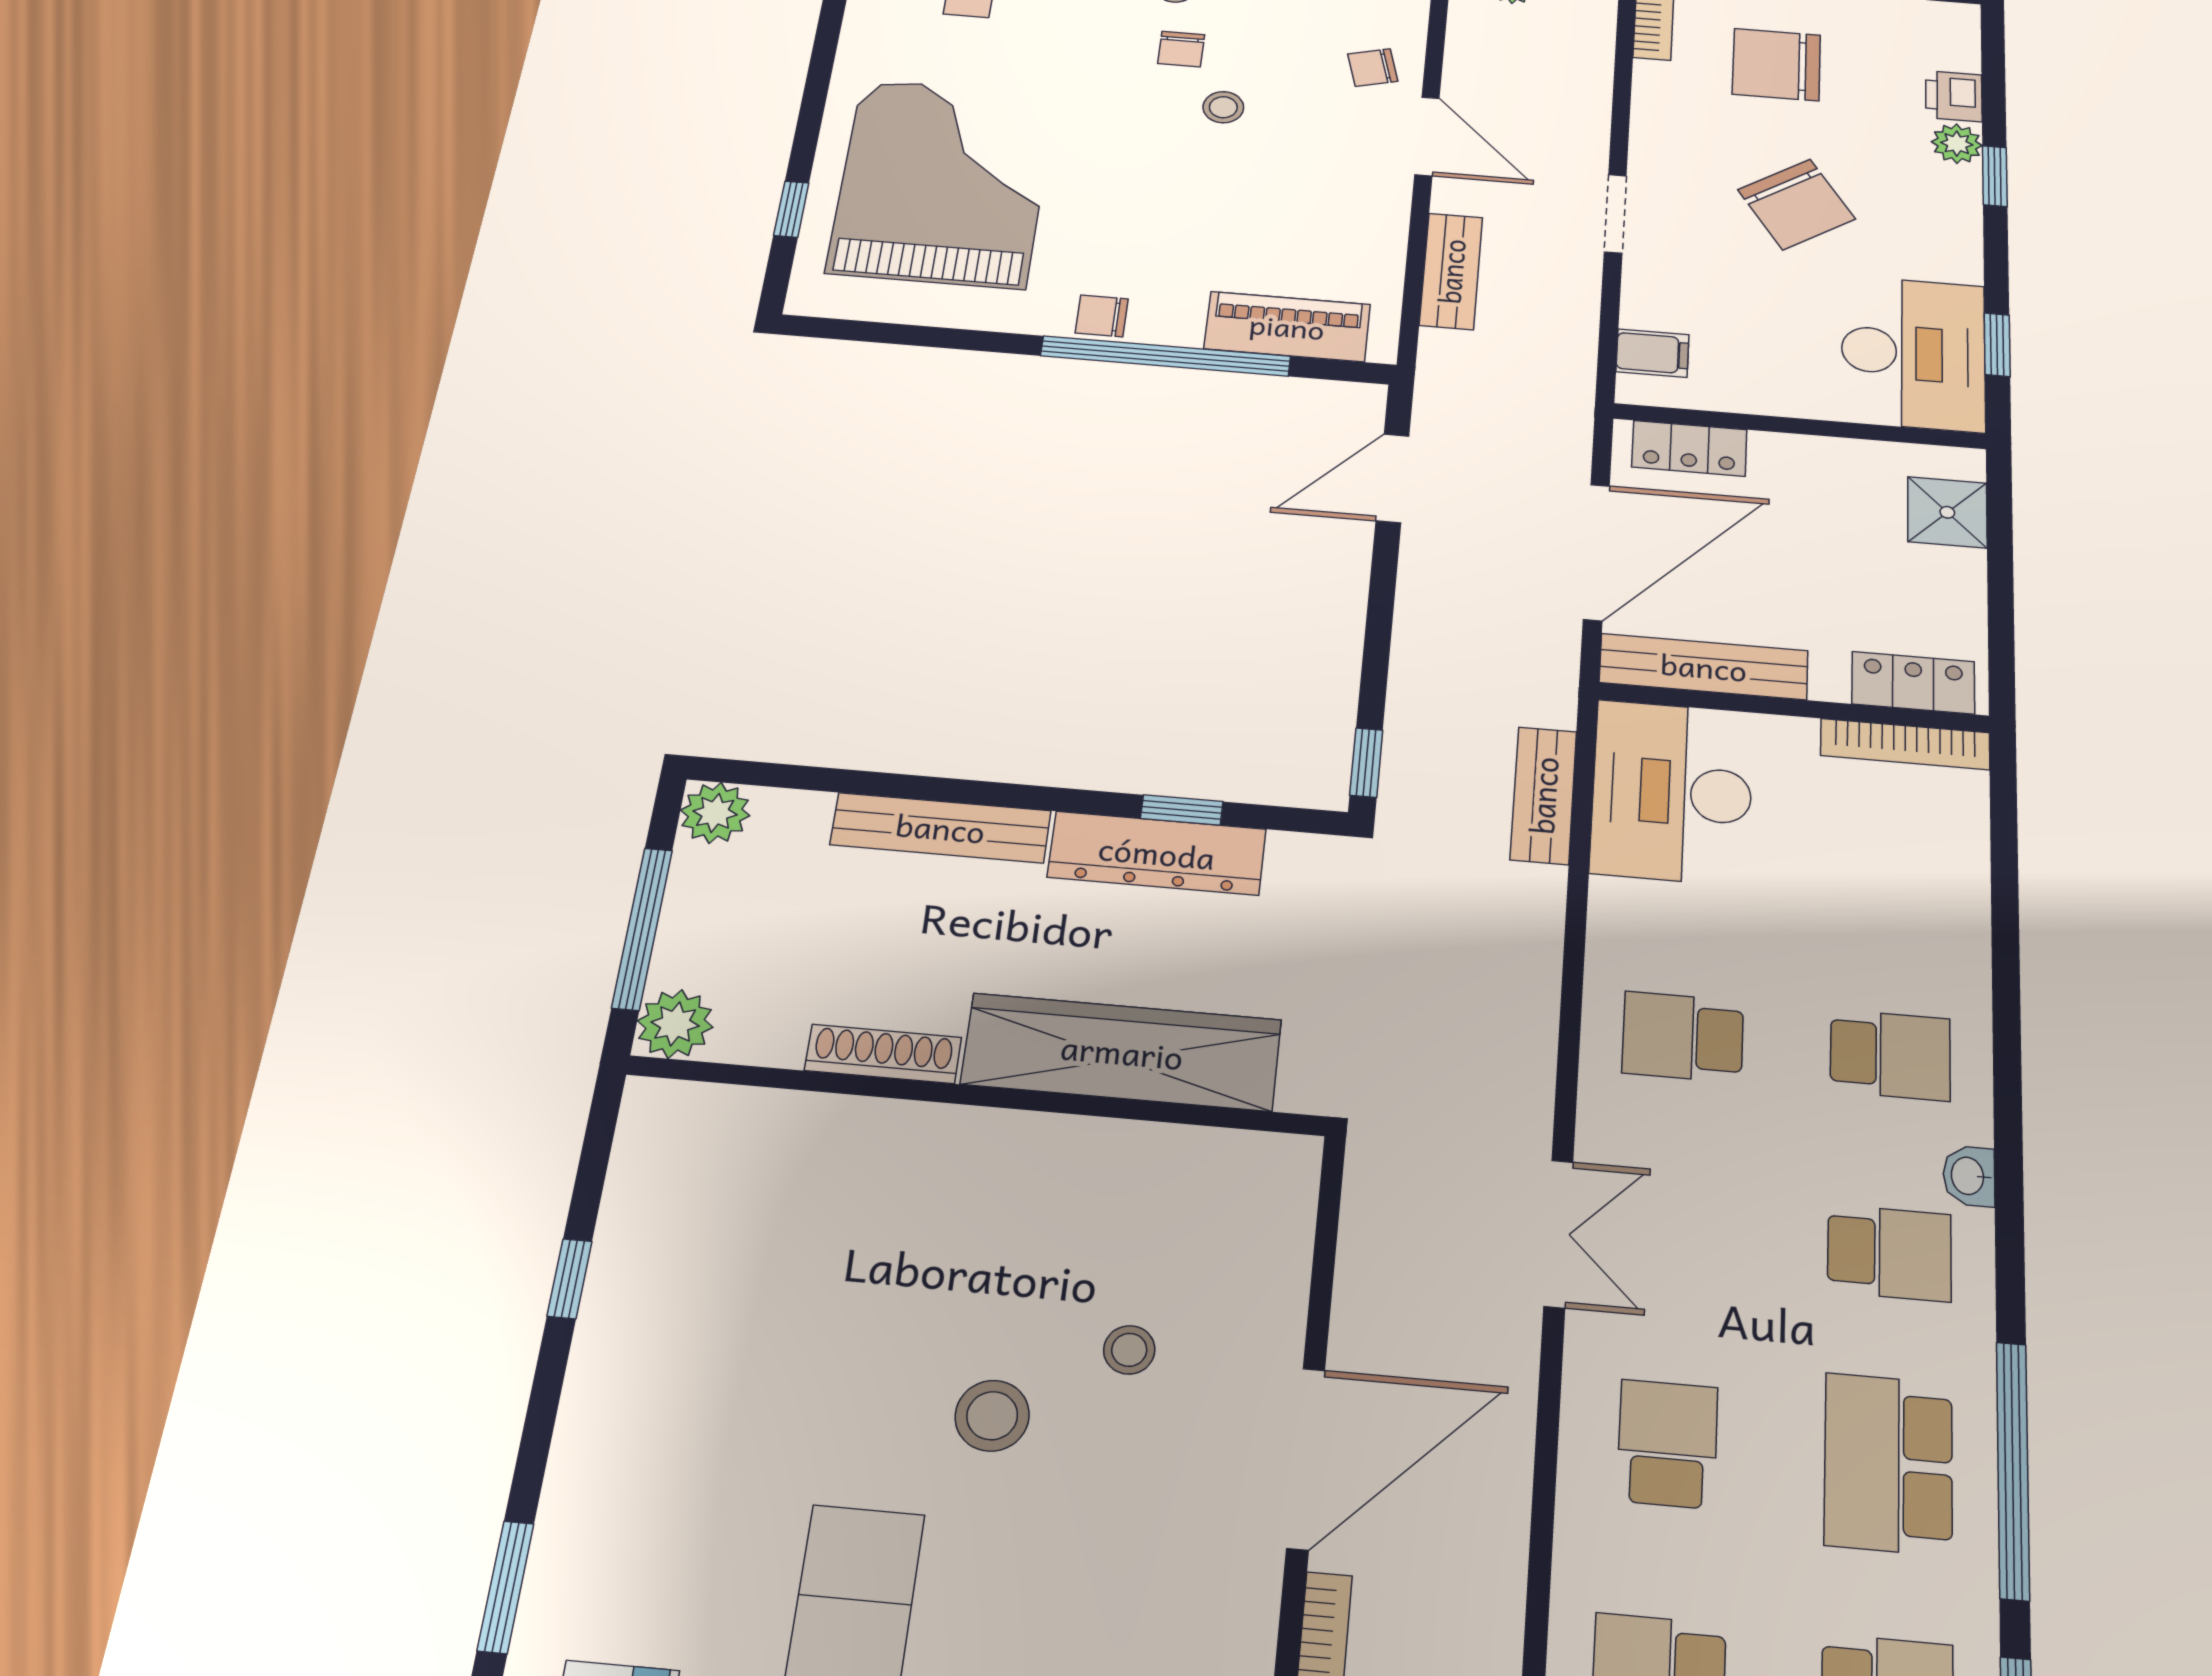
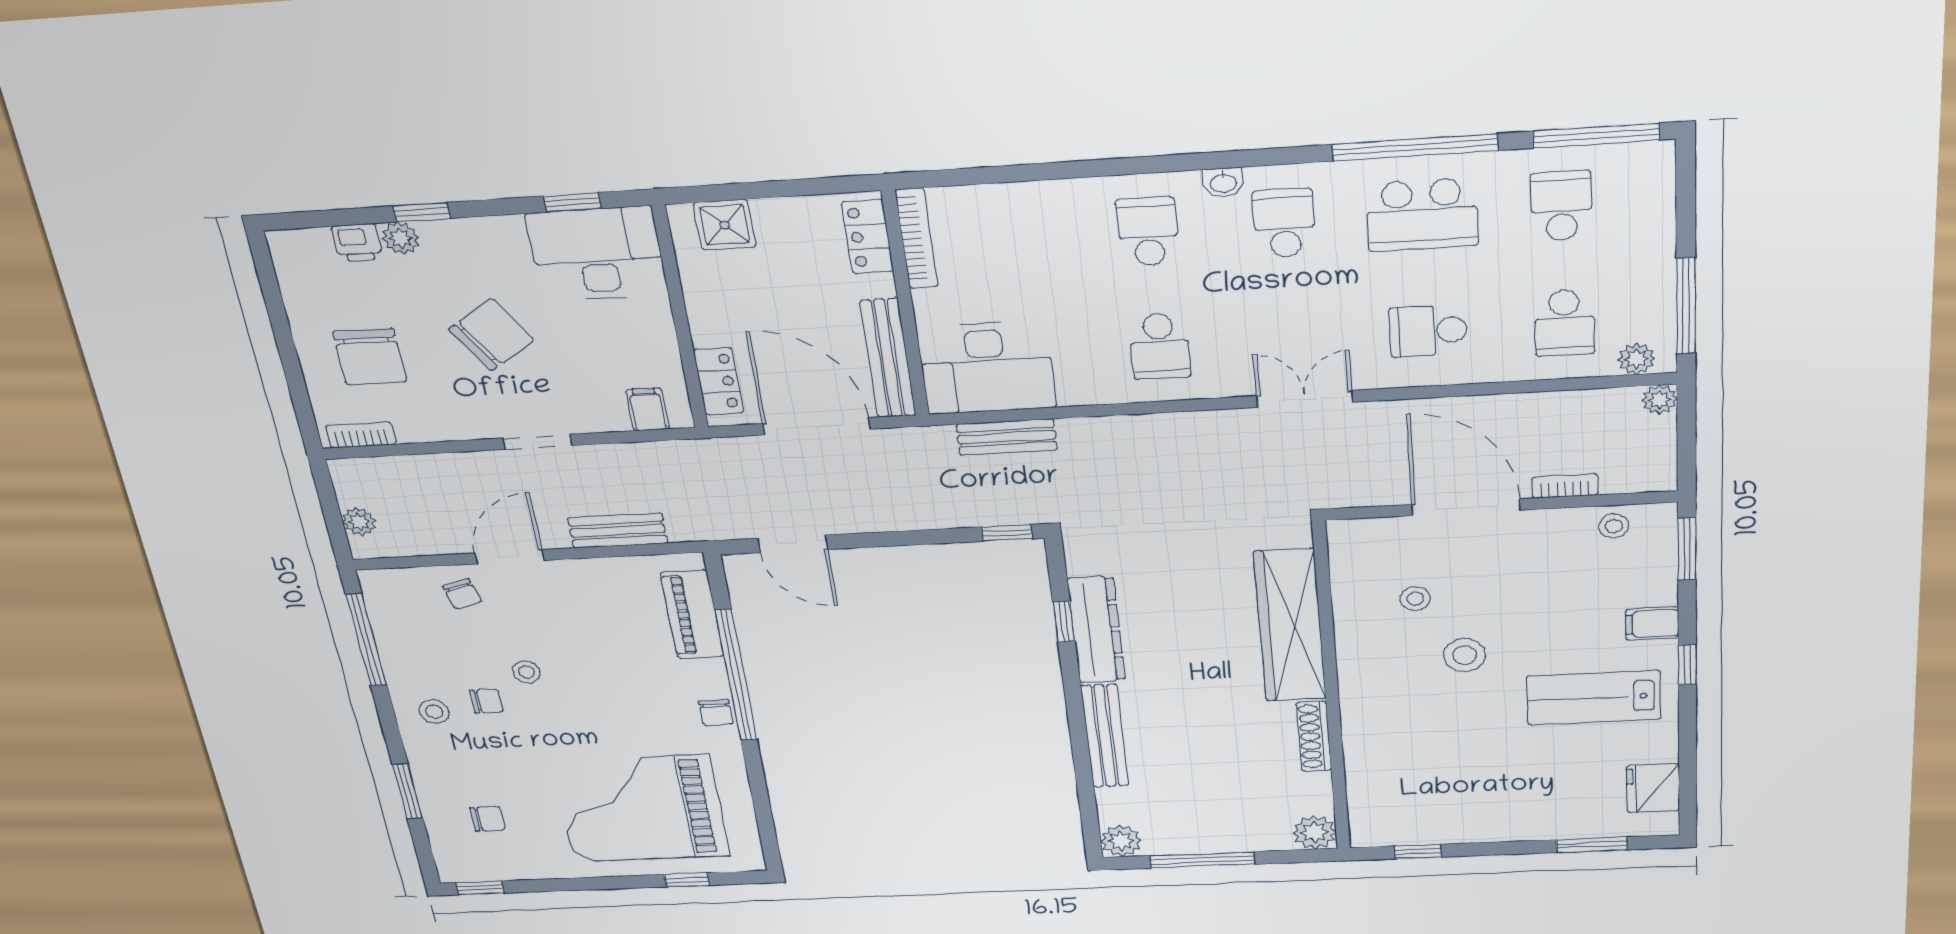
plant: (675, 1024) -> (1314, 832), moved
wardrobe: (1122, 1052) -> (1290, 626), moved
shoe rack: (883, 1054) -> (1314, 736), moved
wall: (976, 1096) -> (1331, 690), moved

